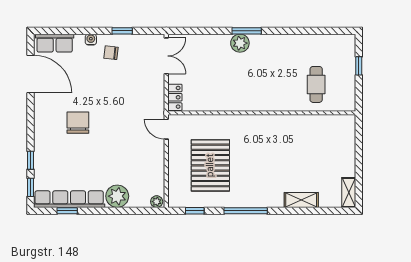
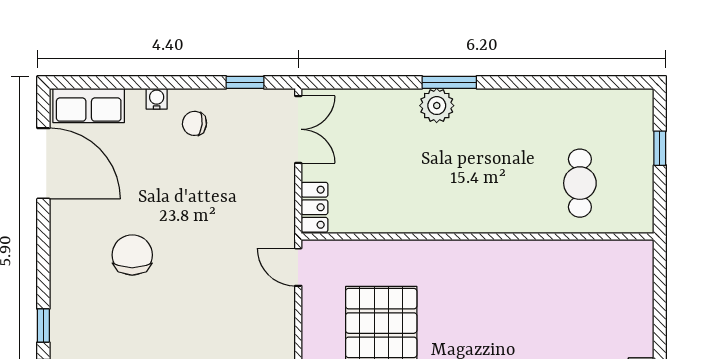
window: (122, 31) -> (245, 82), moved

